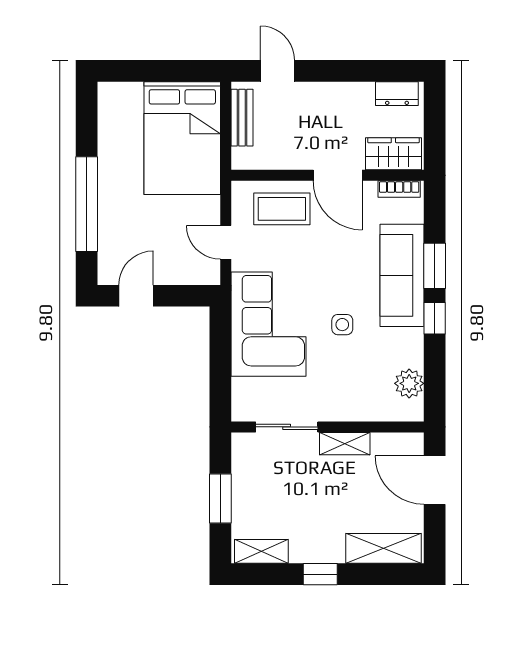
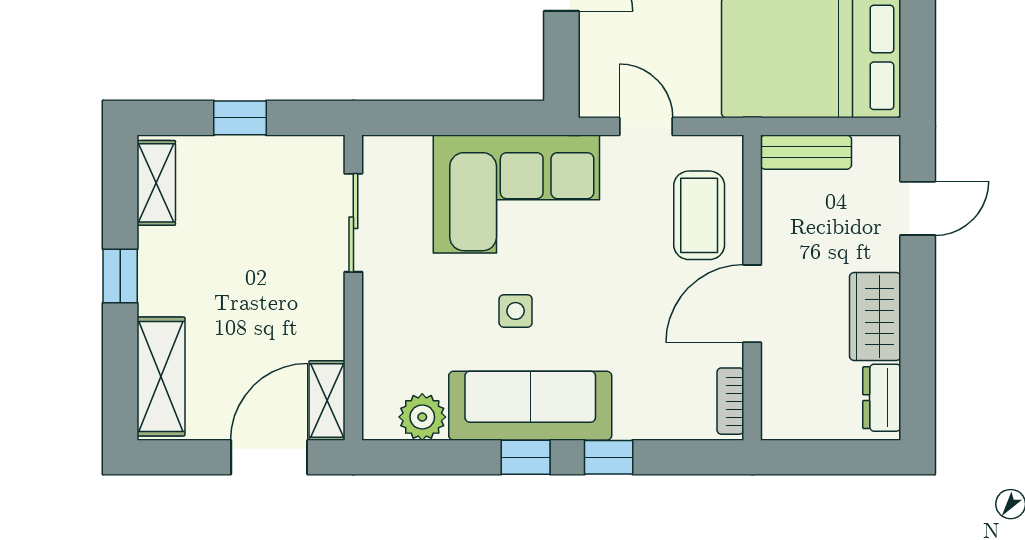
bench: (242, 118) -> (806, 152), moved
wardrobe: (393, 154) -> (875, 317), moved, turned 180
door: (226, 242) -> (646, 126), hinge flipped
window: (435, 266) -> (609, 457), width x0.67
sofa: (402, 275) -> (530, 406), moved
shelving: (345, 444) -> (327, 400), moved
window: (220, 498) -> (240, 118), width x0.67

